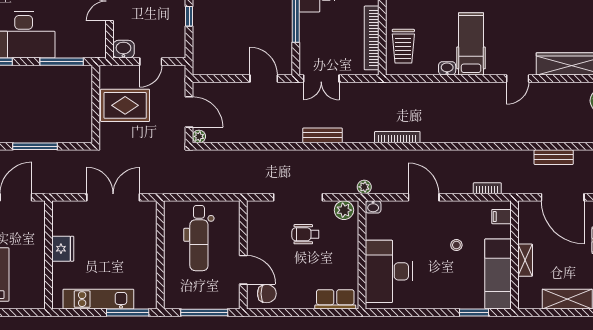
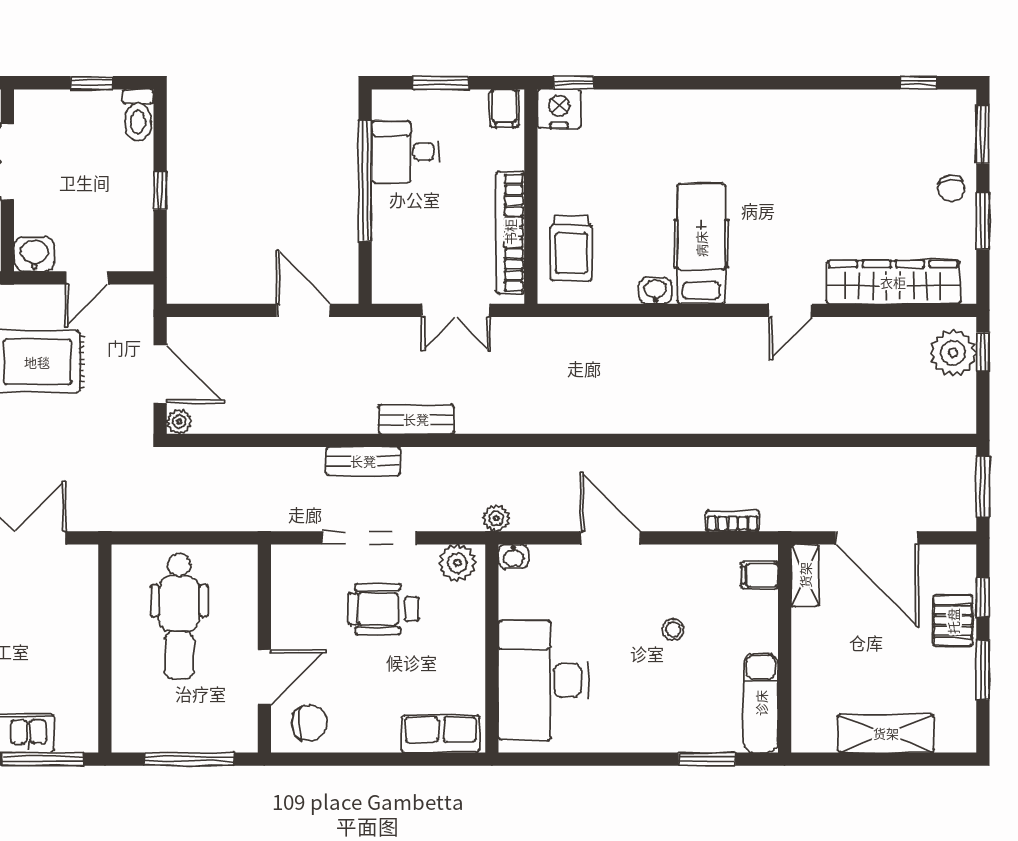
double door: (321, 79) -> (456, 310), moved
bookcase: (397, 137) -> (560, 423), removed
bench: (554, 157) -> (363, 461), moved
wheelchair: (305, 234) -> (383, 609), width x1.36, depth x1.37
shelving: (525, 260) -> (805, 575), moved
door: (243, 270) -> (264, 677), hinge flipped
exam couch: (498, 274) -> (761, 703), width x0.73, depth x0.69

